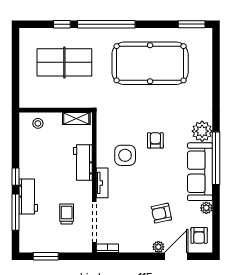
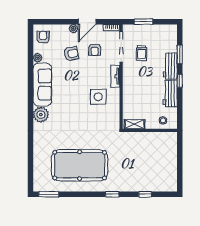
window: (106, 24) -> (112, 194), width x0.32
table tennis table: (64, 62) -> (143, 166), removed
armchair: (155, 140) -> (95, 50), moved
window: (216, 158) -> (31, 95), removed
workbench: (83, 163) -> (170, 93), moved, turned 180
window: (15, 212) -> (180, 54), width x0.69
window: (46, 256) -> (144, 22), moved
door: (176, 256) -> (87, 22), moved

